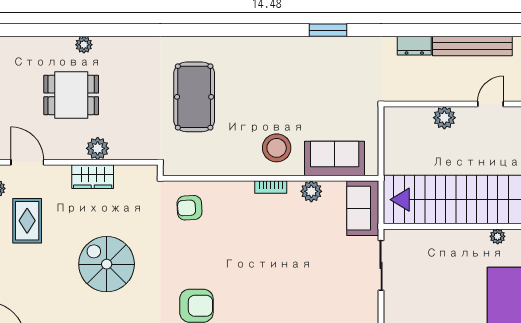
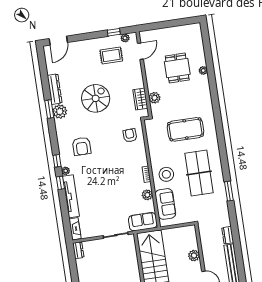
table tennis table: (284, 83) -> (199, 173), added
plant: (98, 148) -> (154, 98), moved
wardrobe: (93, 177) -> (140, 99), moved

